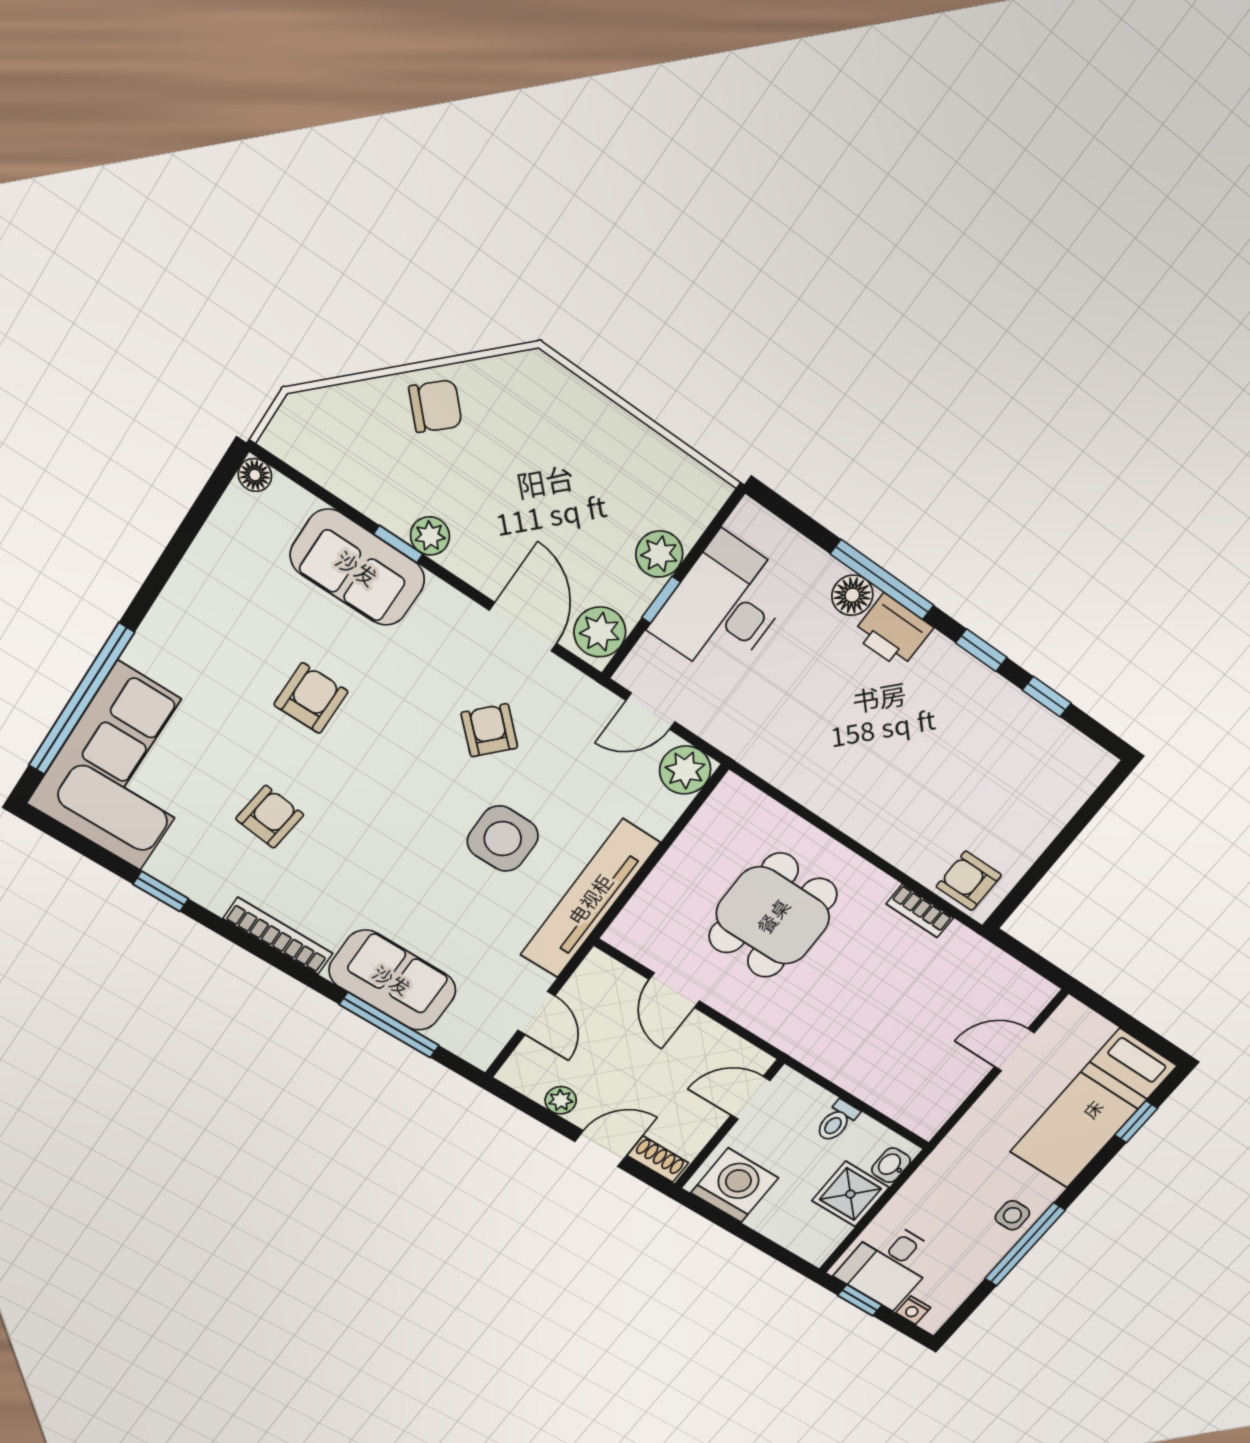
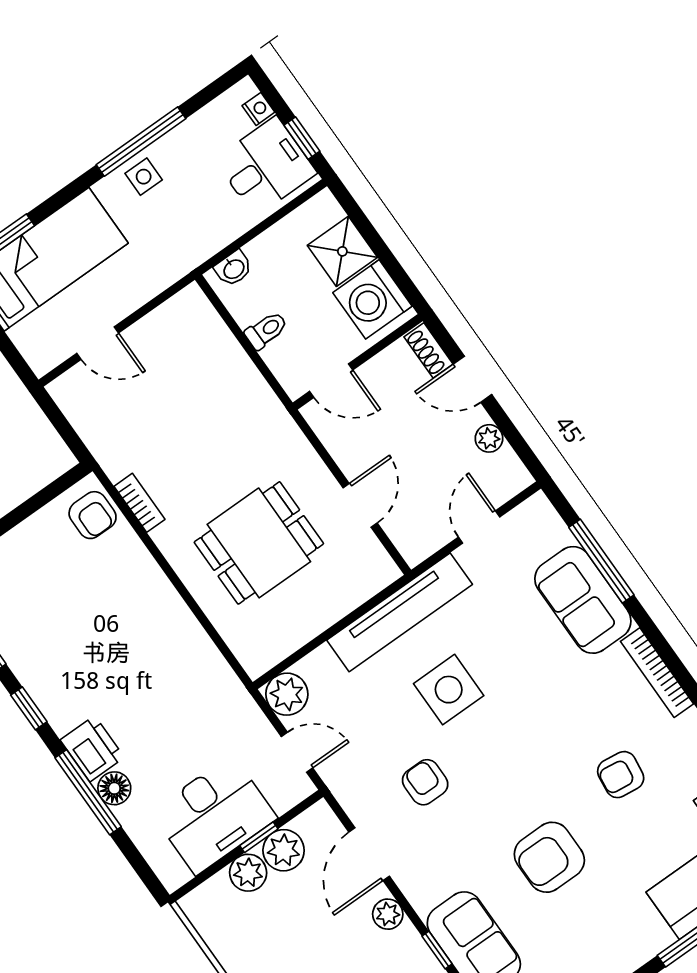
plant: (430, 536) -> (388, 914), moved
plant: (600, 632) -> (284, 850), moved
armchair: (311, 698) -> (549, 857), width x1.38, depth x1.38
armchair: (489, 730) -> (425, 782), turned 136
shower: (850, 1194) -> (342, 251), moved

